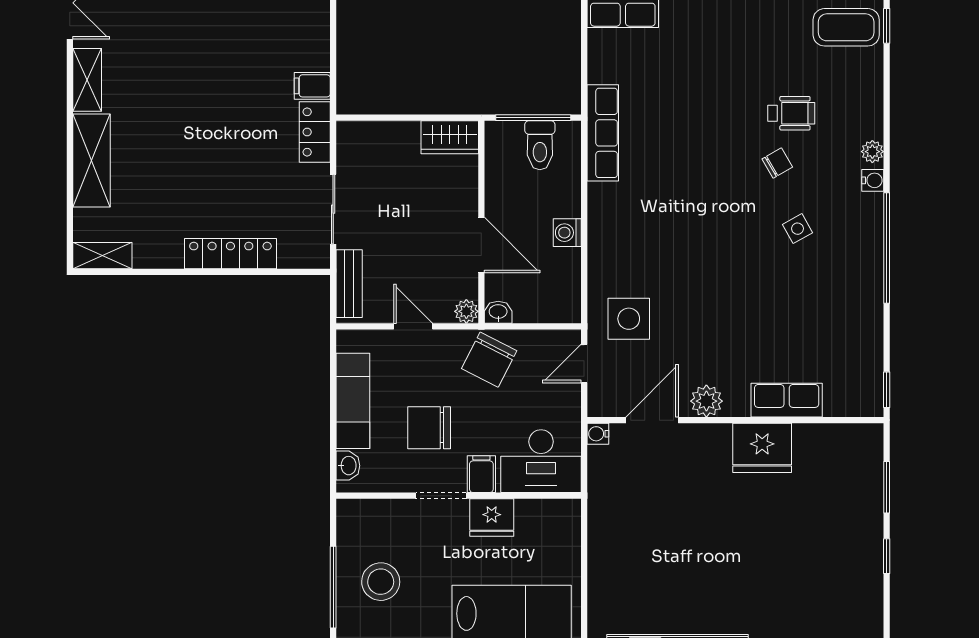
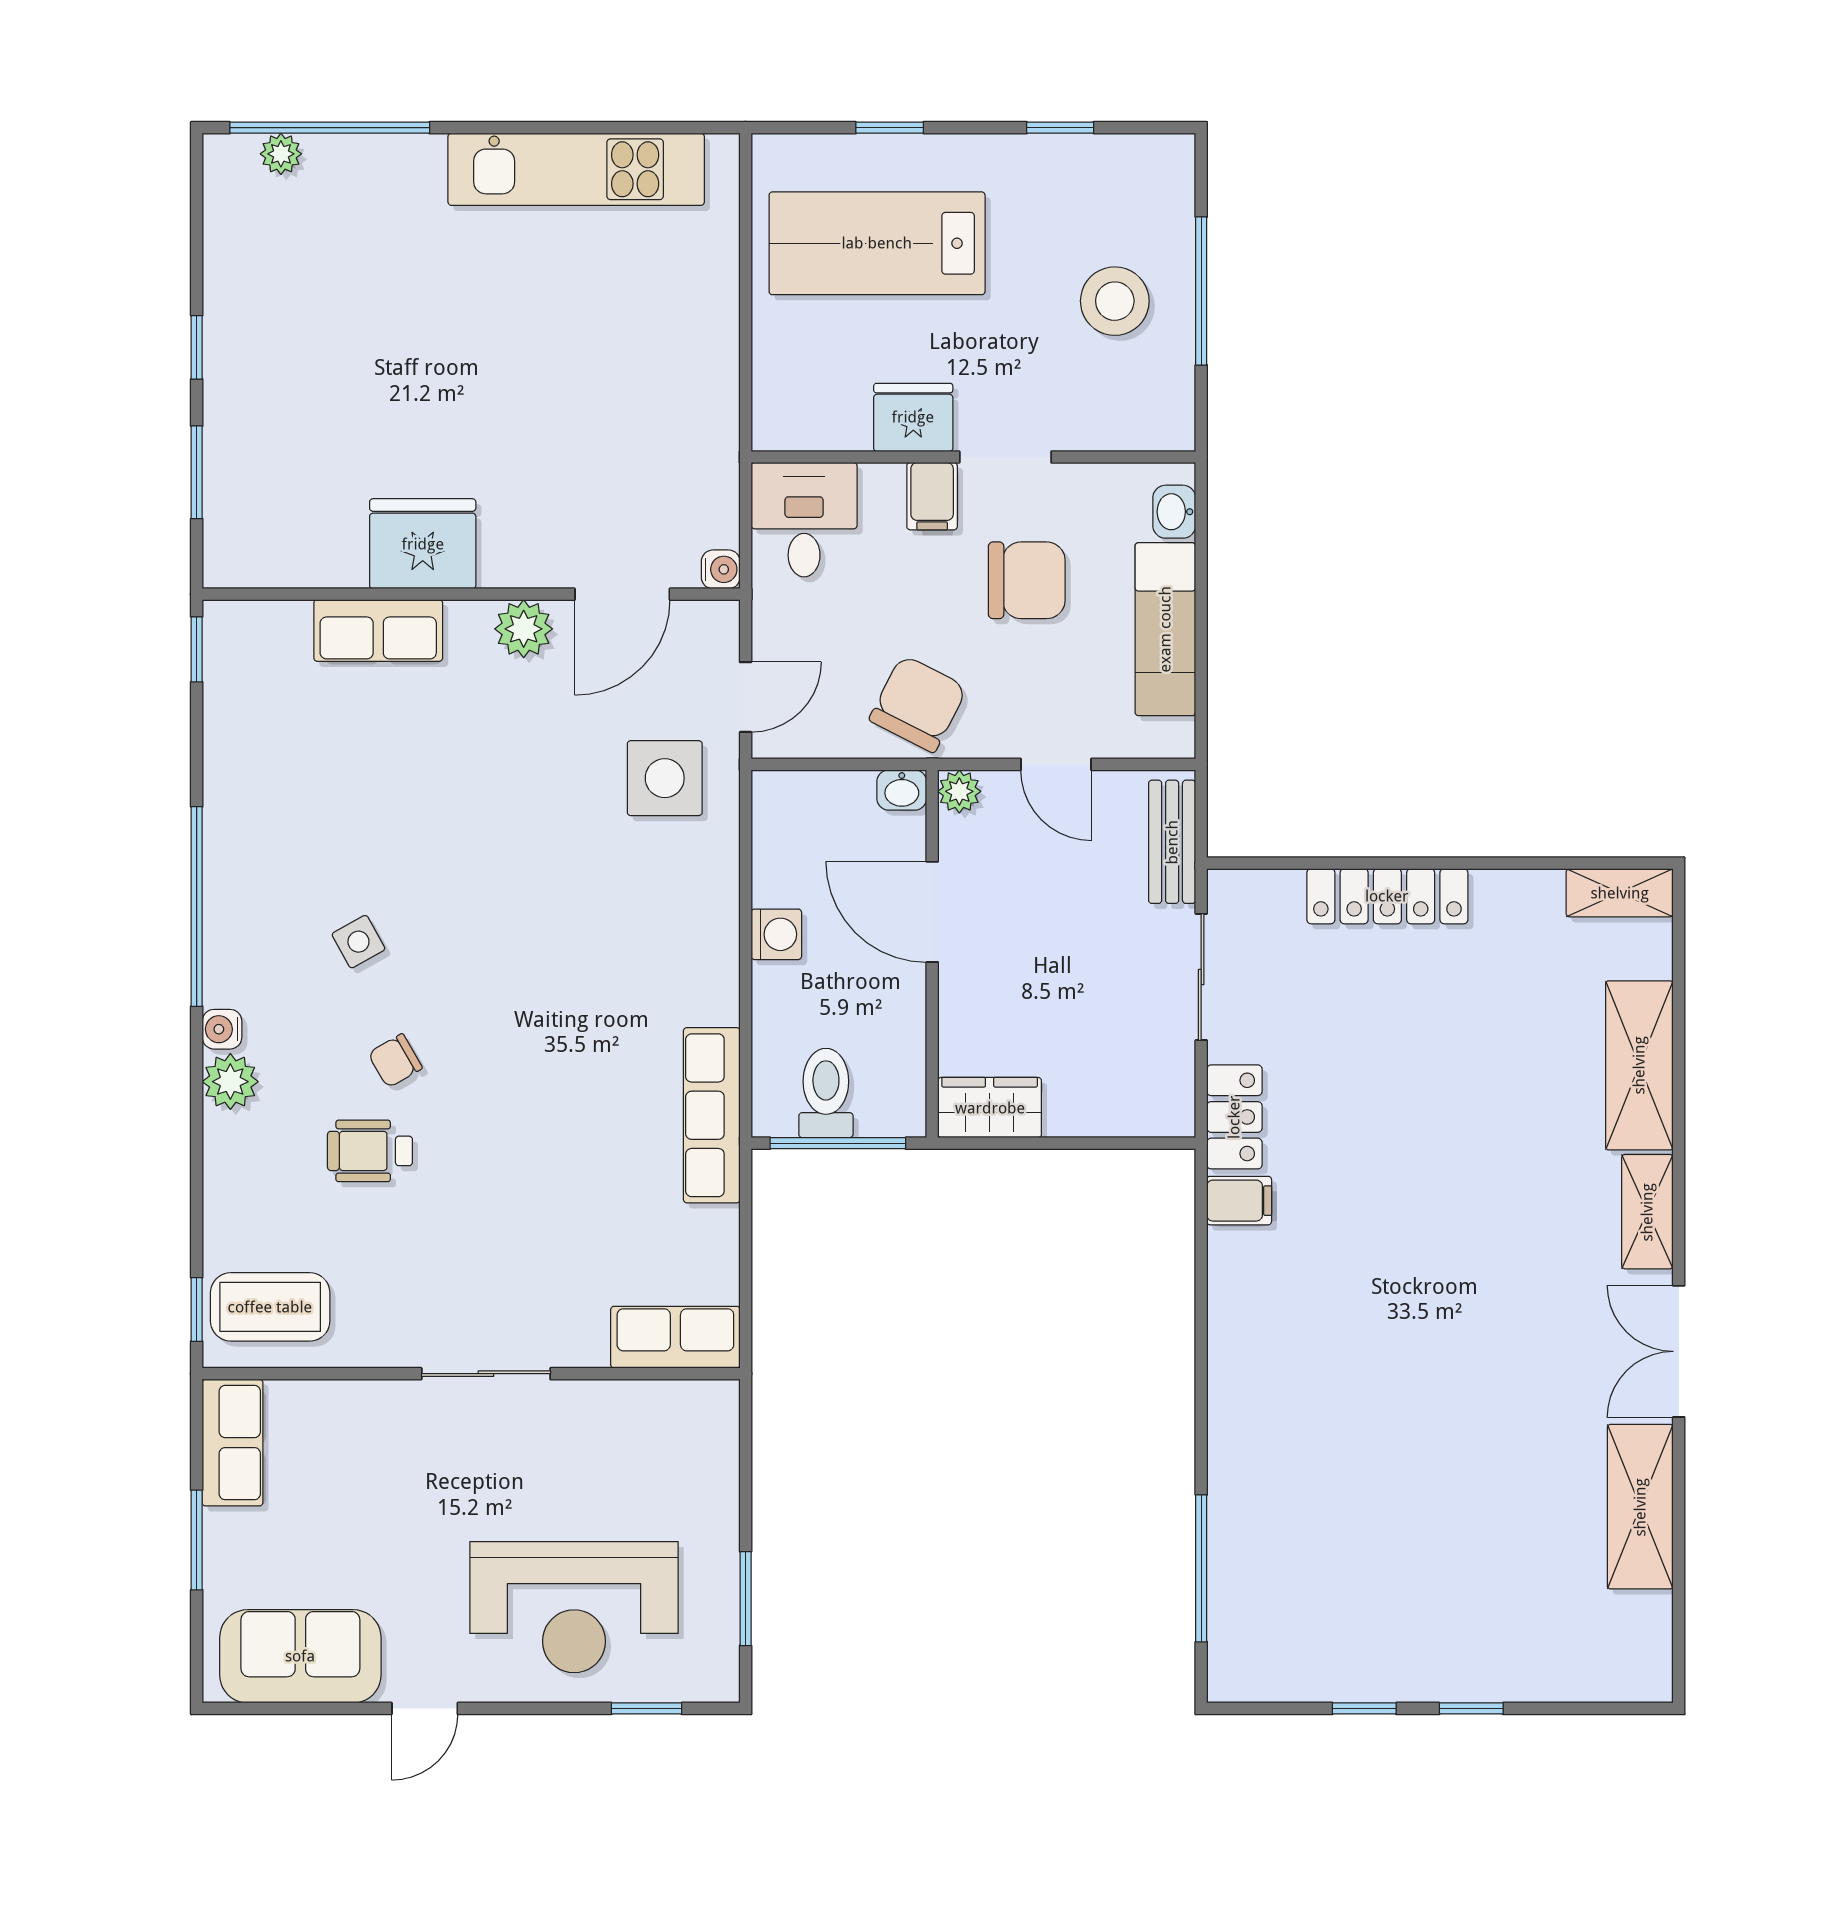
plant: (872, 152) -> (230, 1082), width x1.38, depth x1.38
desk: (541, 461) -> (804, 520), width x0.73

